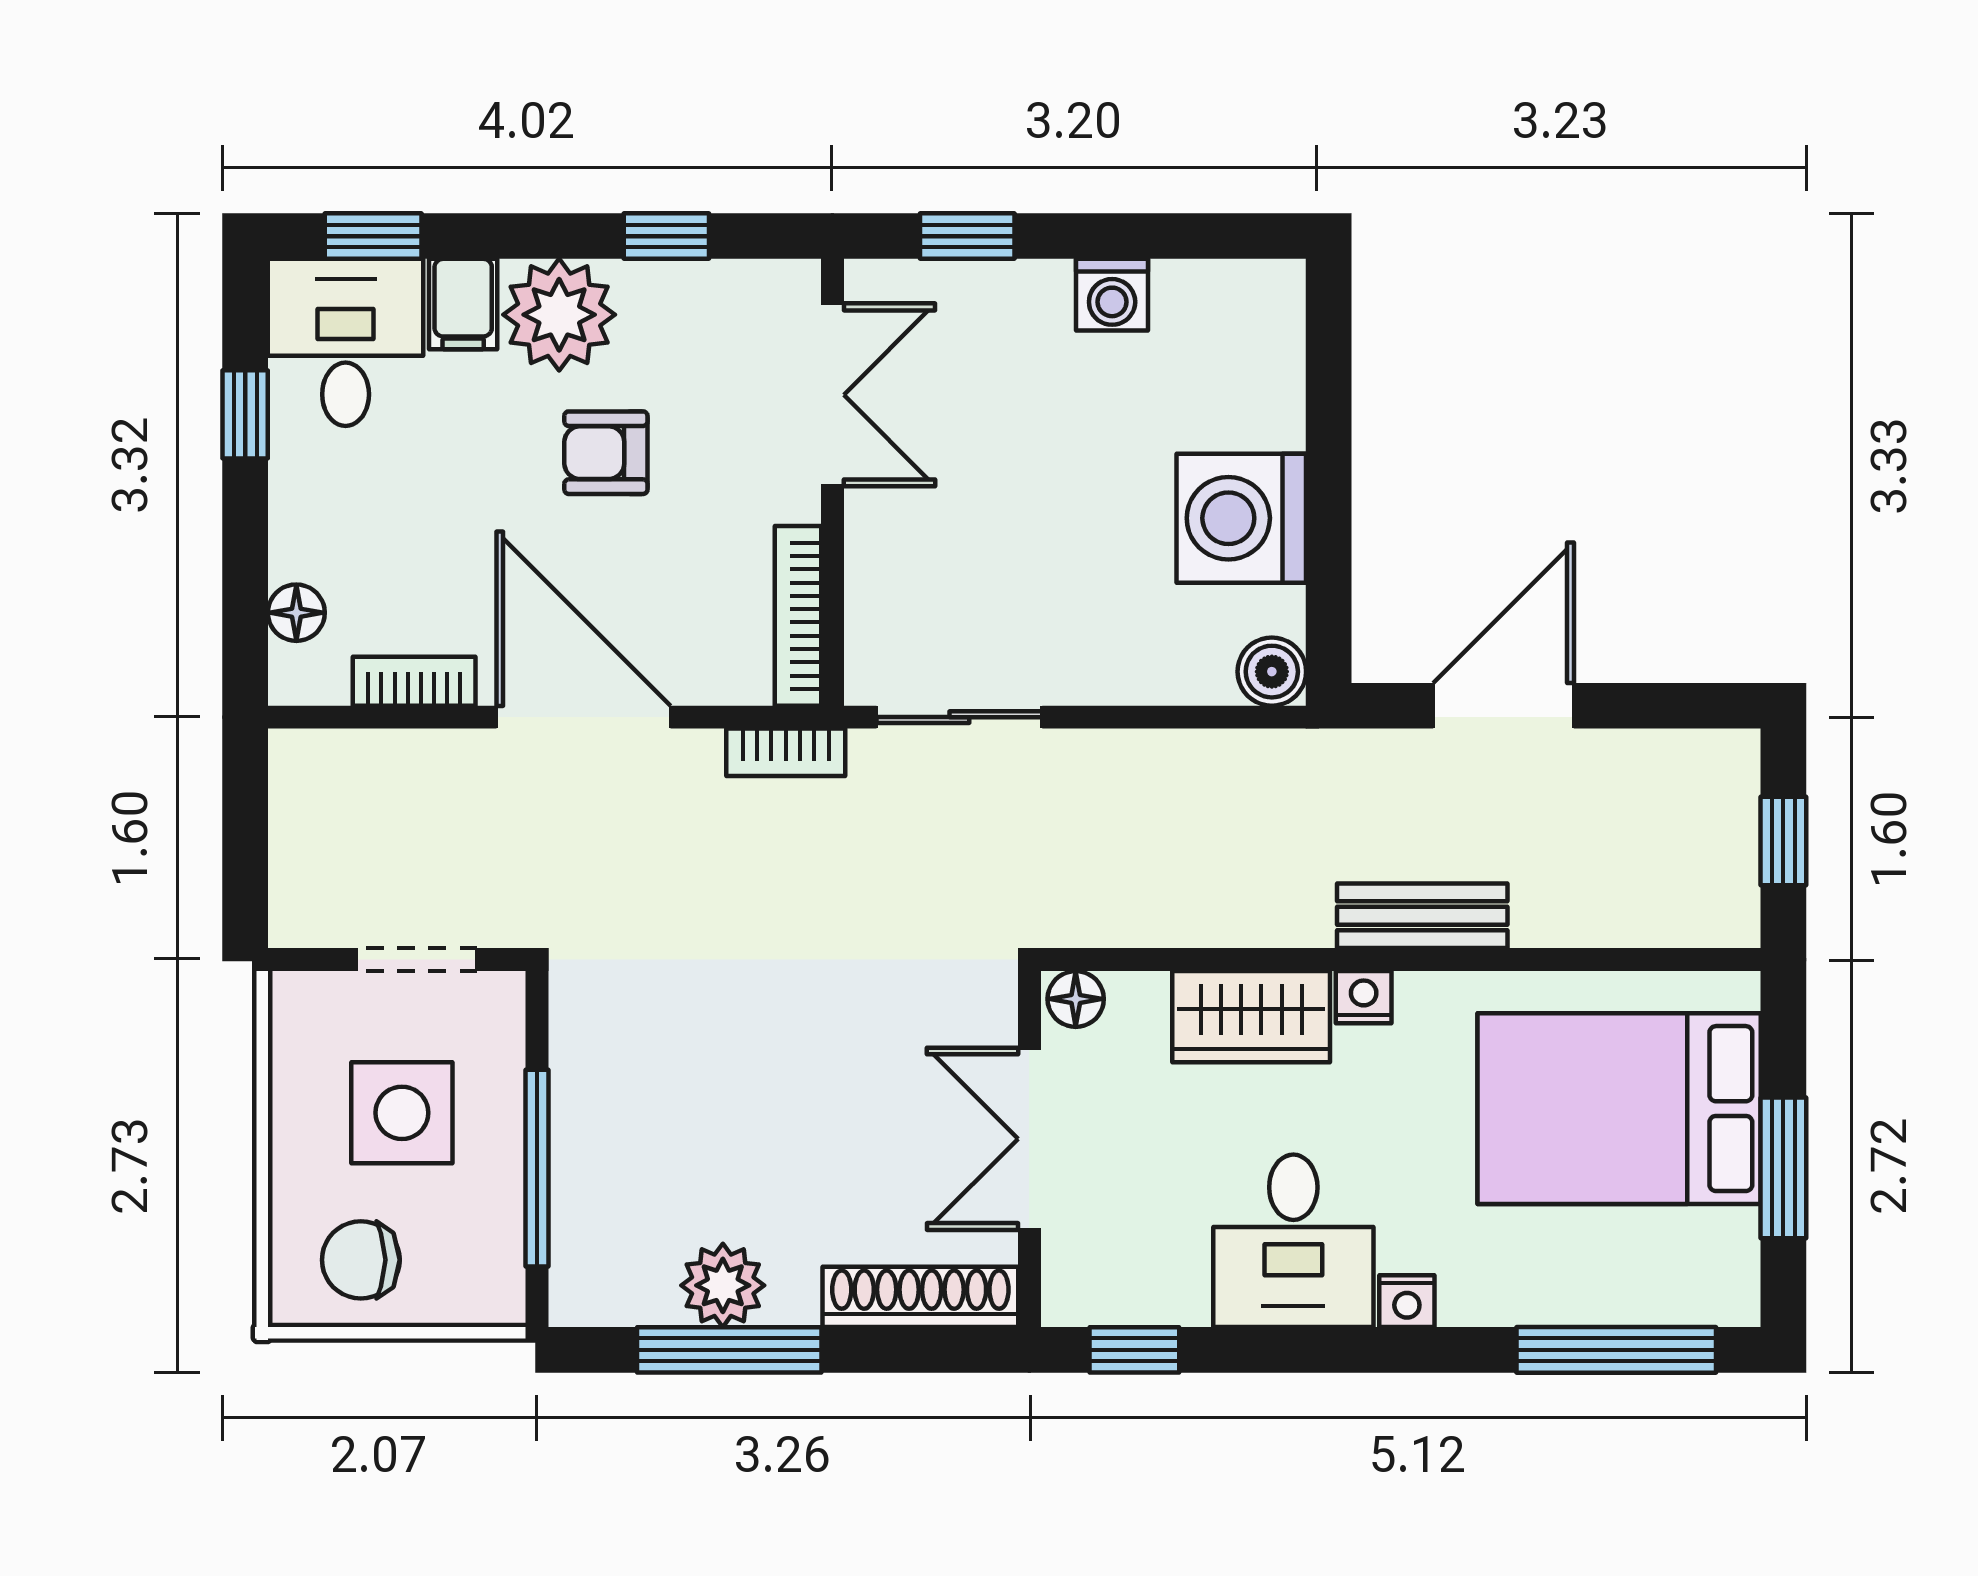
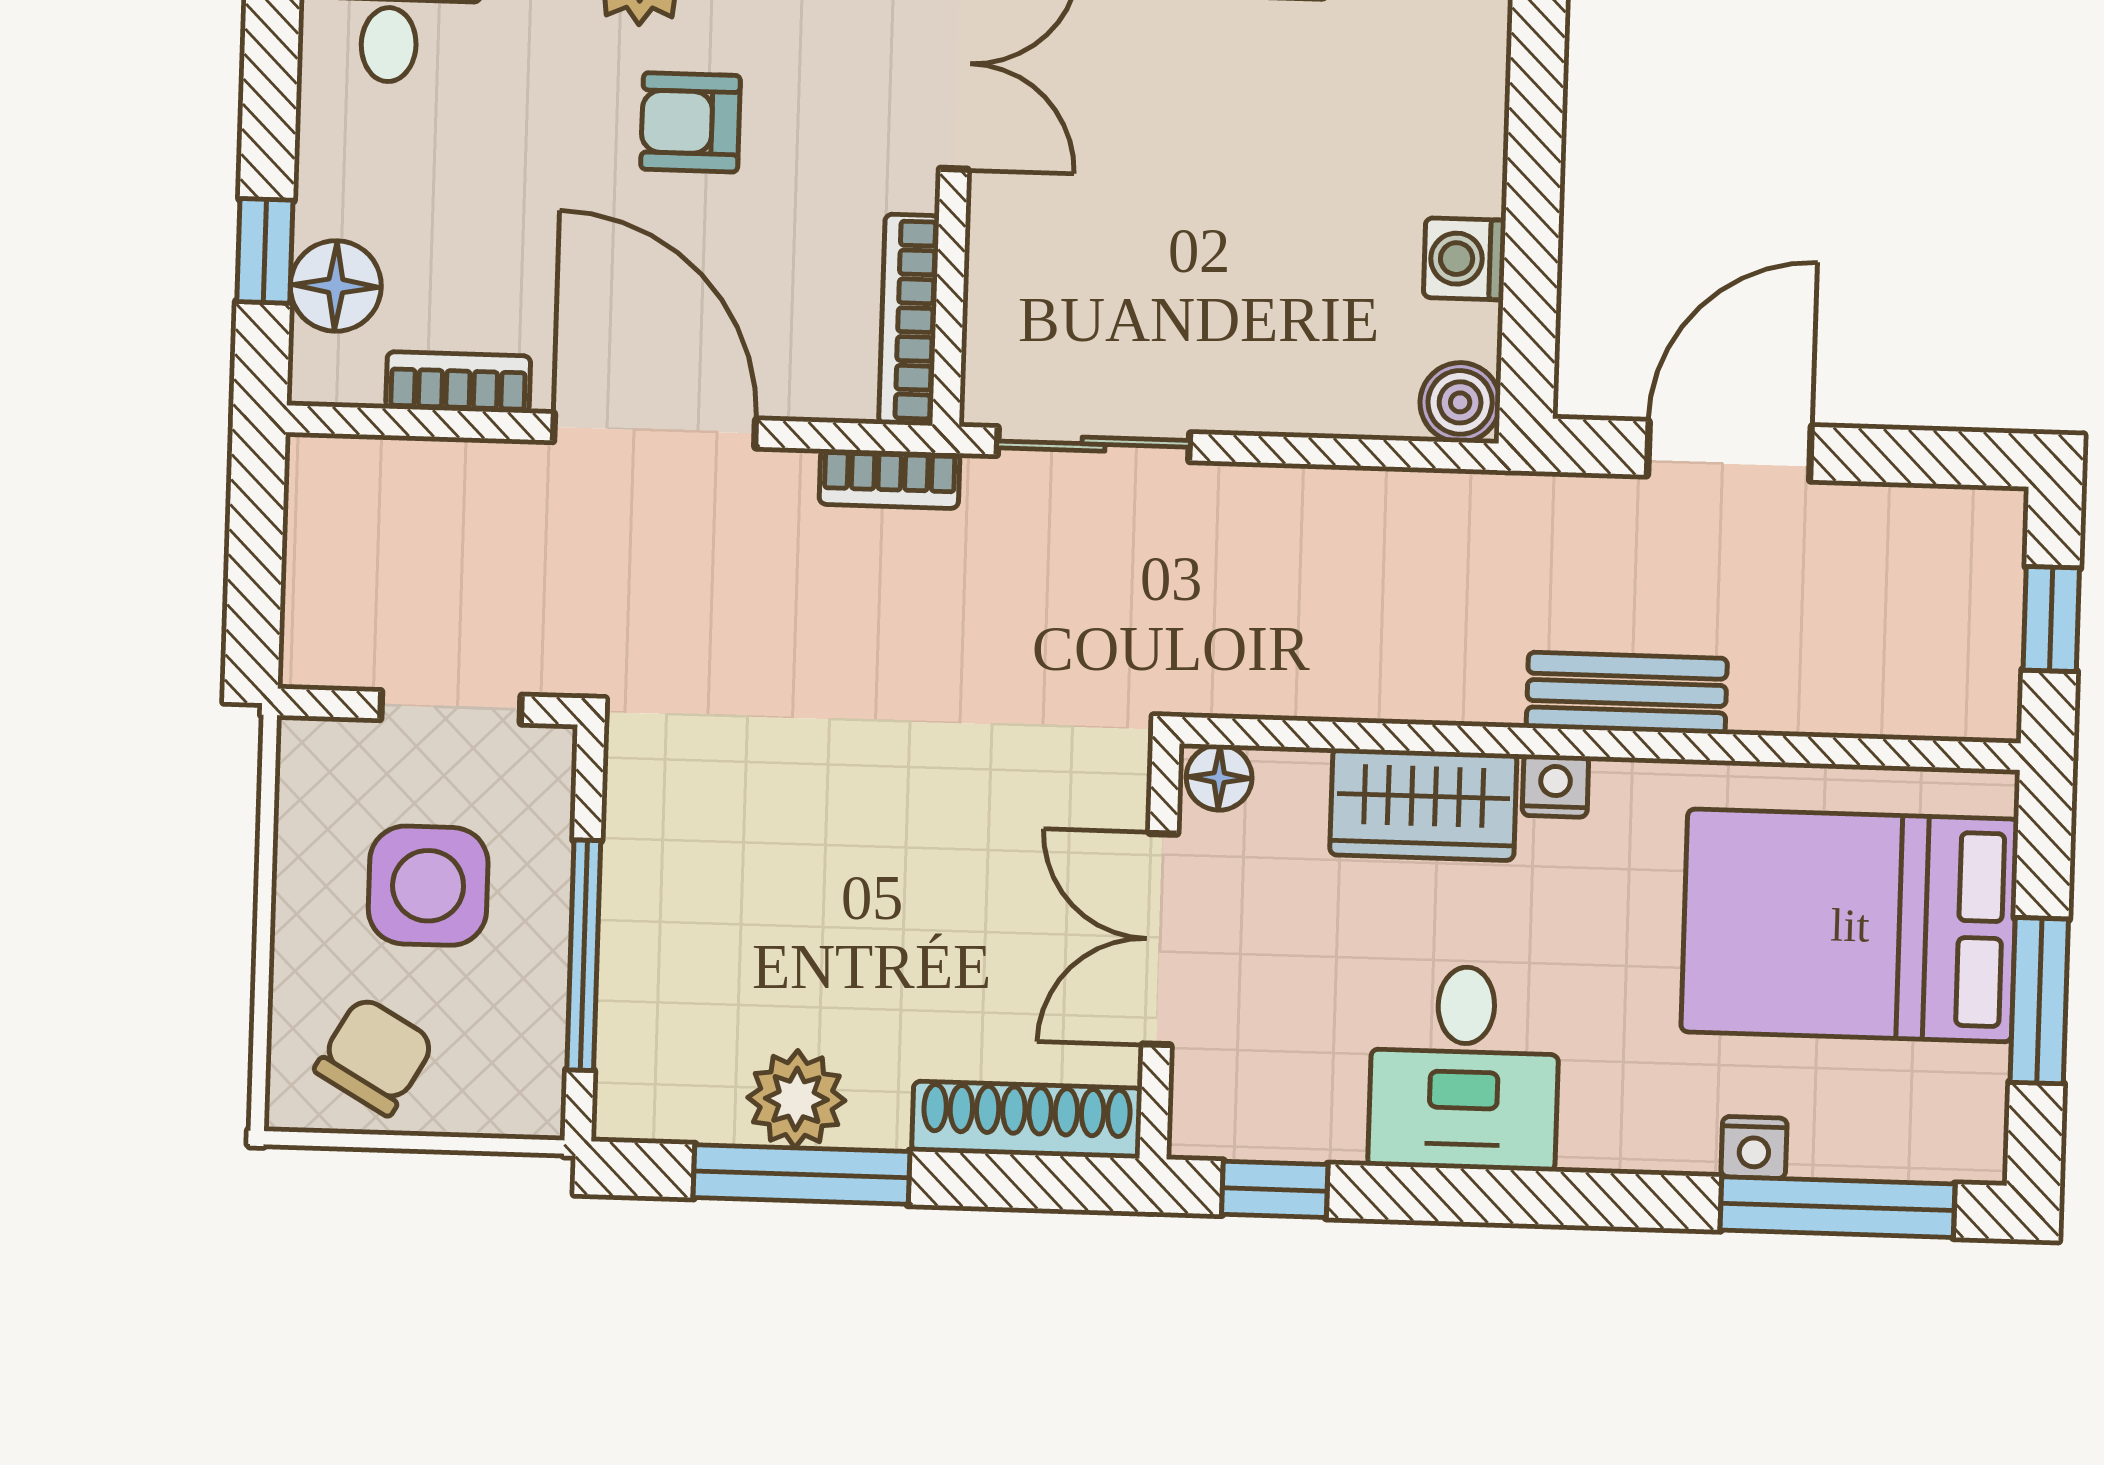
window: (245, 414) -> (265, 251), moved
washing machine: (1241, 518) -> (1465, 259), width x0.53, depth x0.53
floor lamp: (296, 613) -> (336, 286), width x1.37, depth x1.37
chair: (361, 1260) -> (375, 1056), turned 120
nightstand: (1407, 1301) -> (1754, 1147), moved

